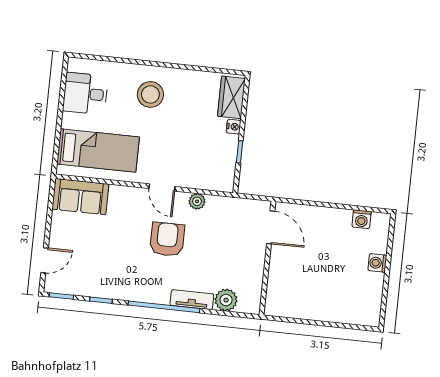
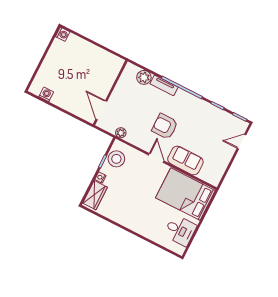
stool: (150, 94) -> (116, 159), moved
bed: (98, 150) -> (185, 194), width x1.50
sofa: (80, 197) -> (185, 160), moved
plant: (197, 201) -> (121, 133), moved
armchair: (167, 239) -> (165, 126), turned 90
washing machine: (377, 263) -> (63, 34), moved

